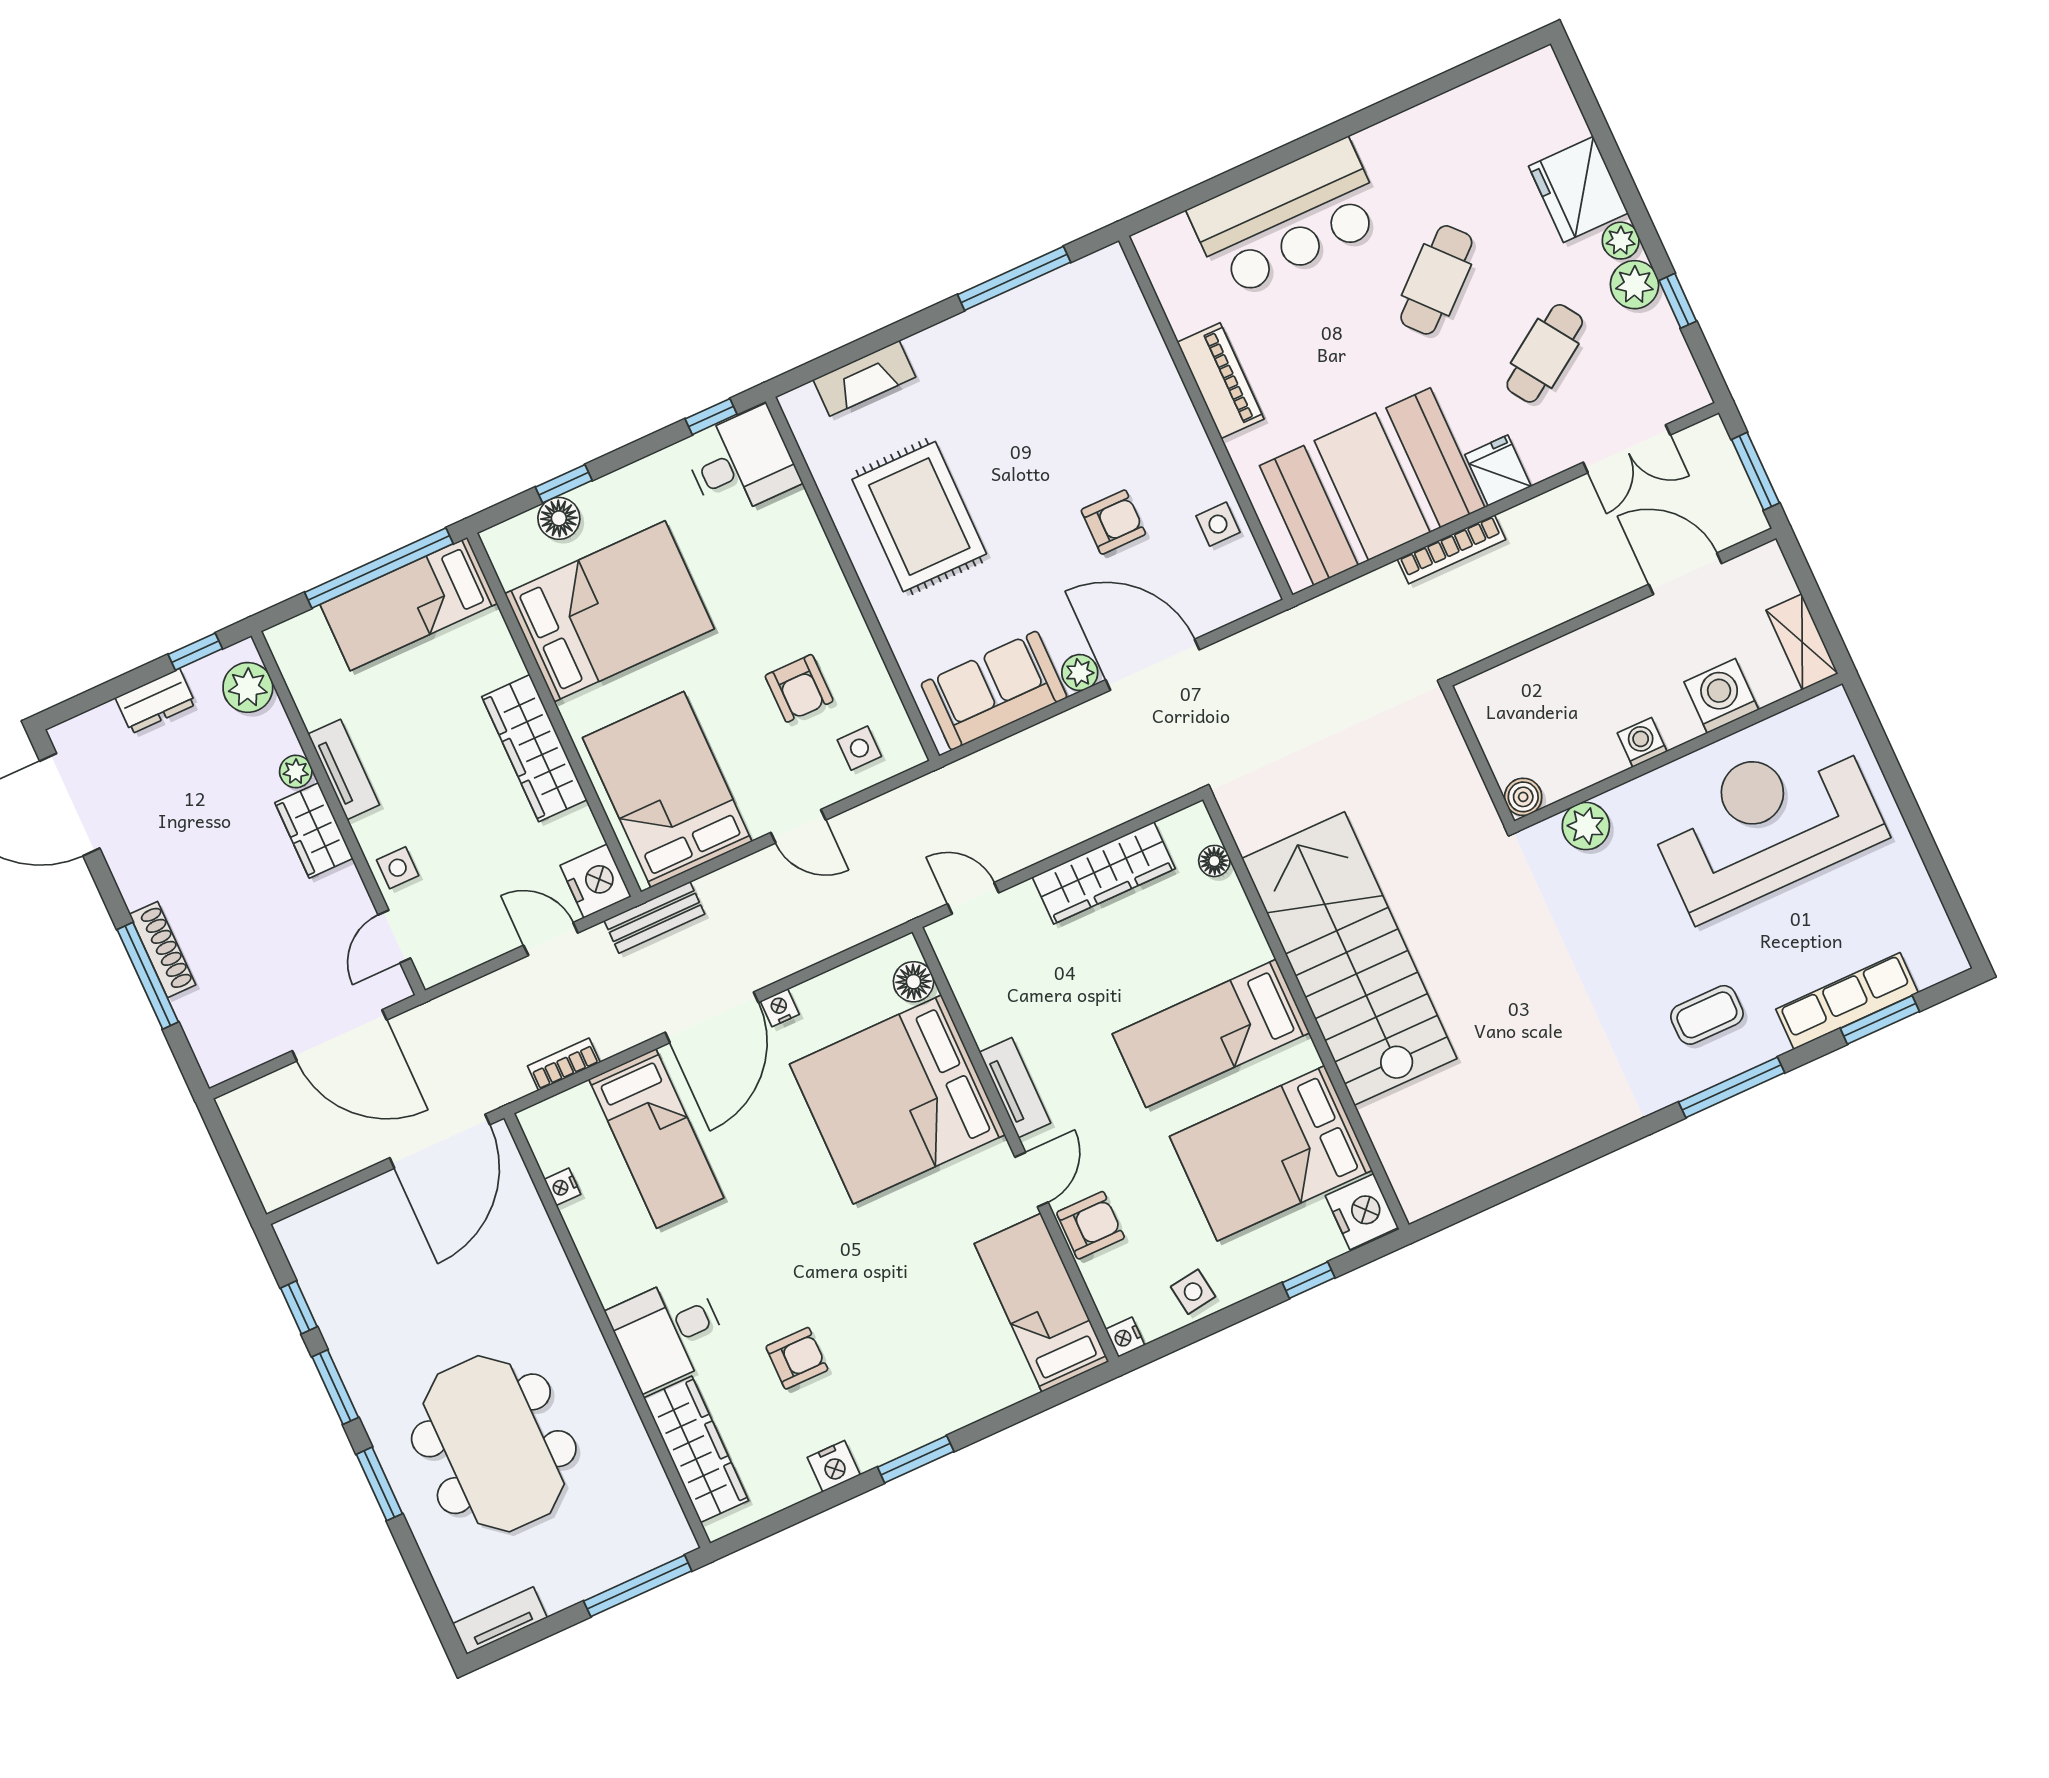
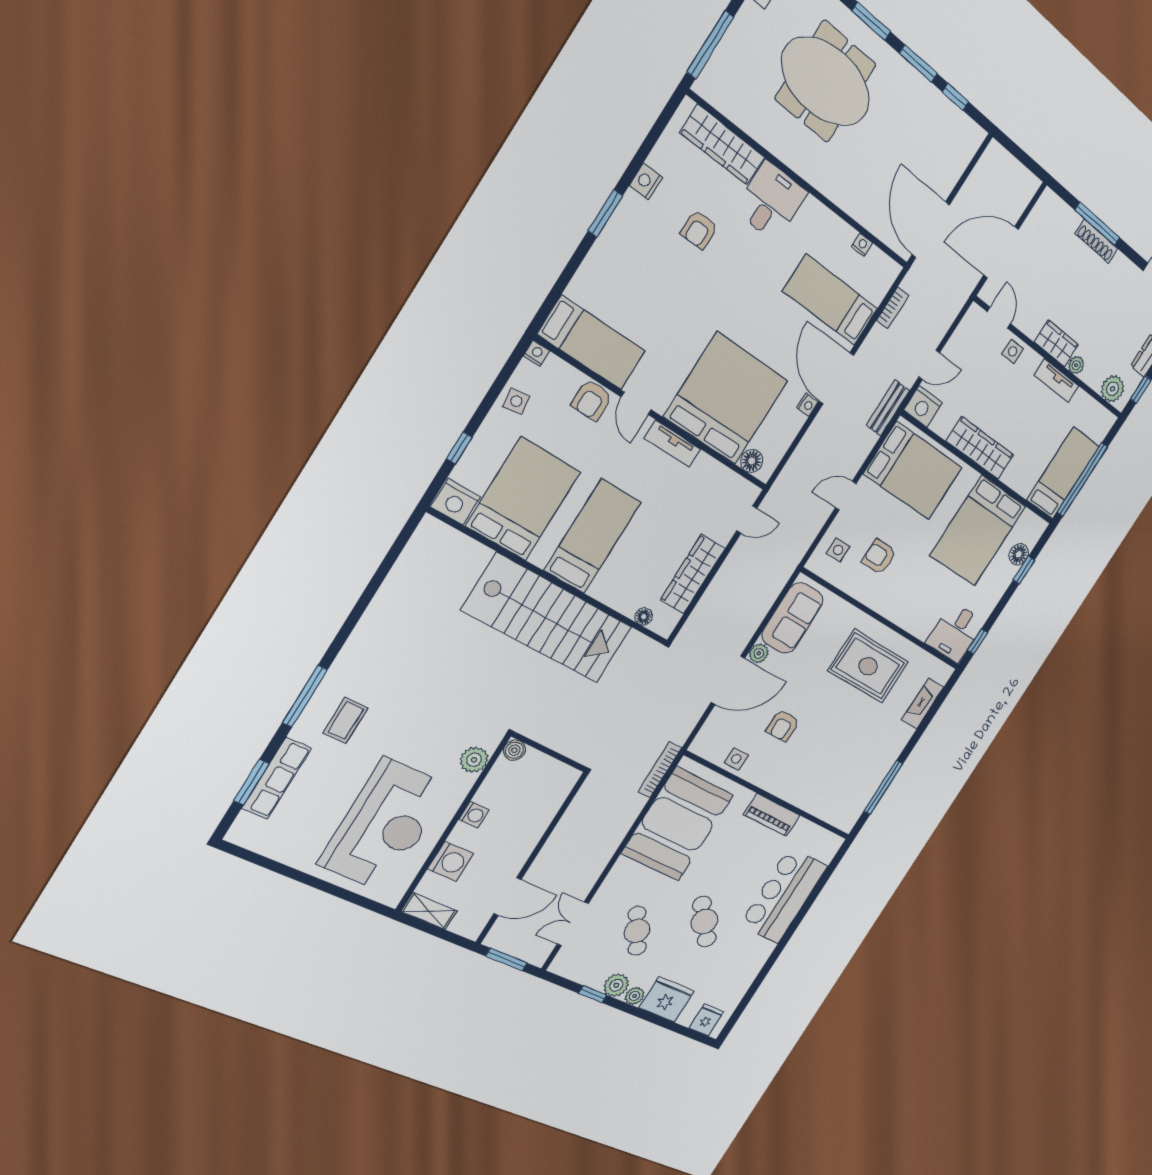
fridge: (1498, 471) -> (706, 1020), moved, turned -90
bookcase: (1451, 549) -> (660, 770), moved

